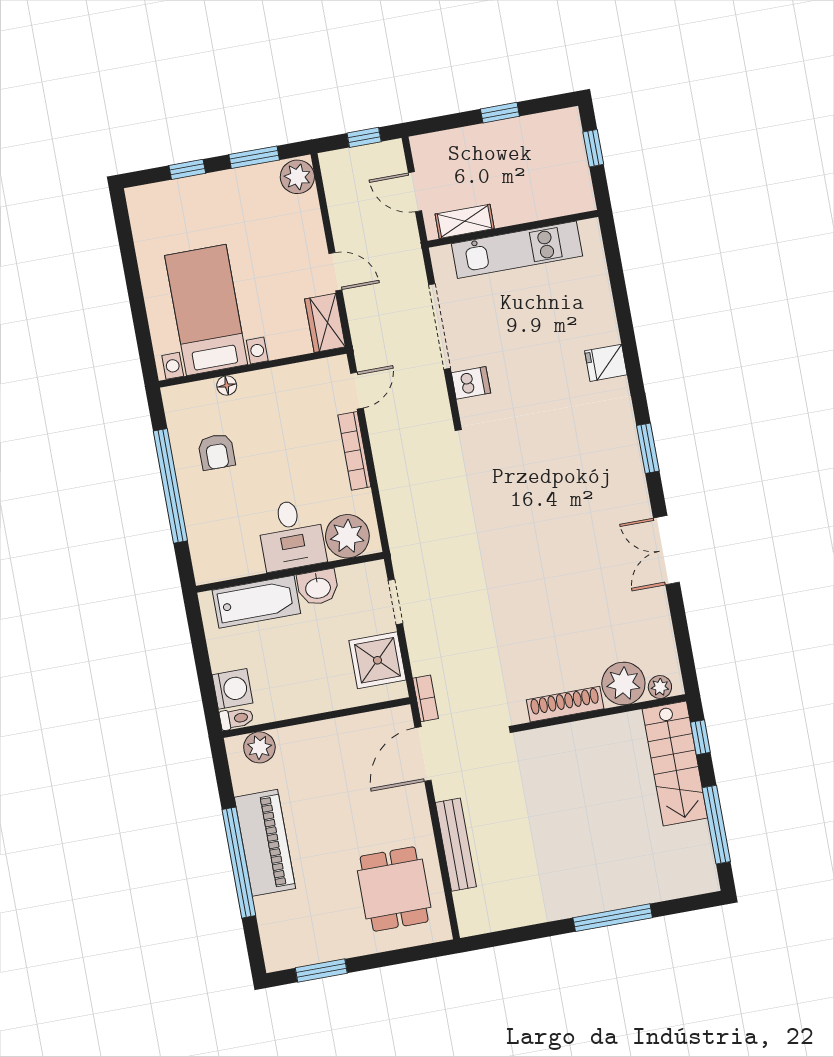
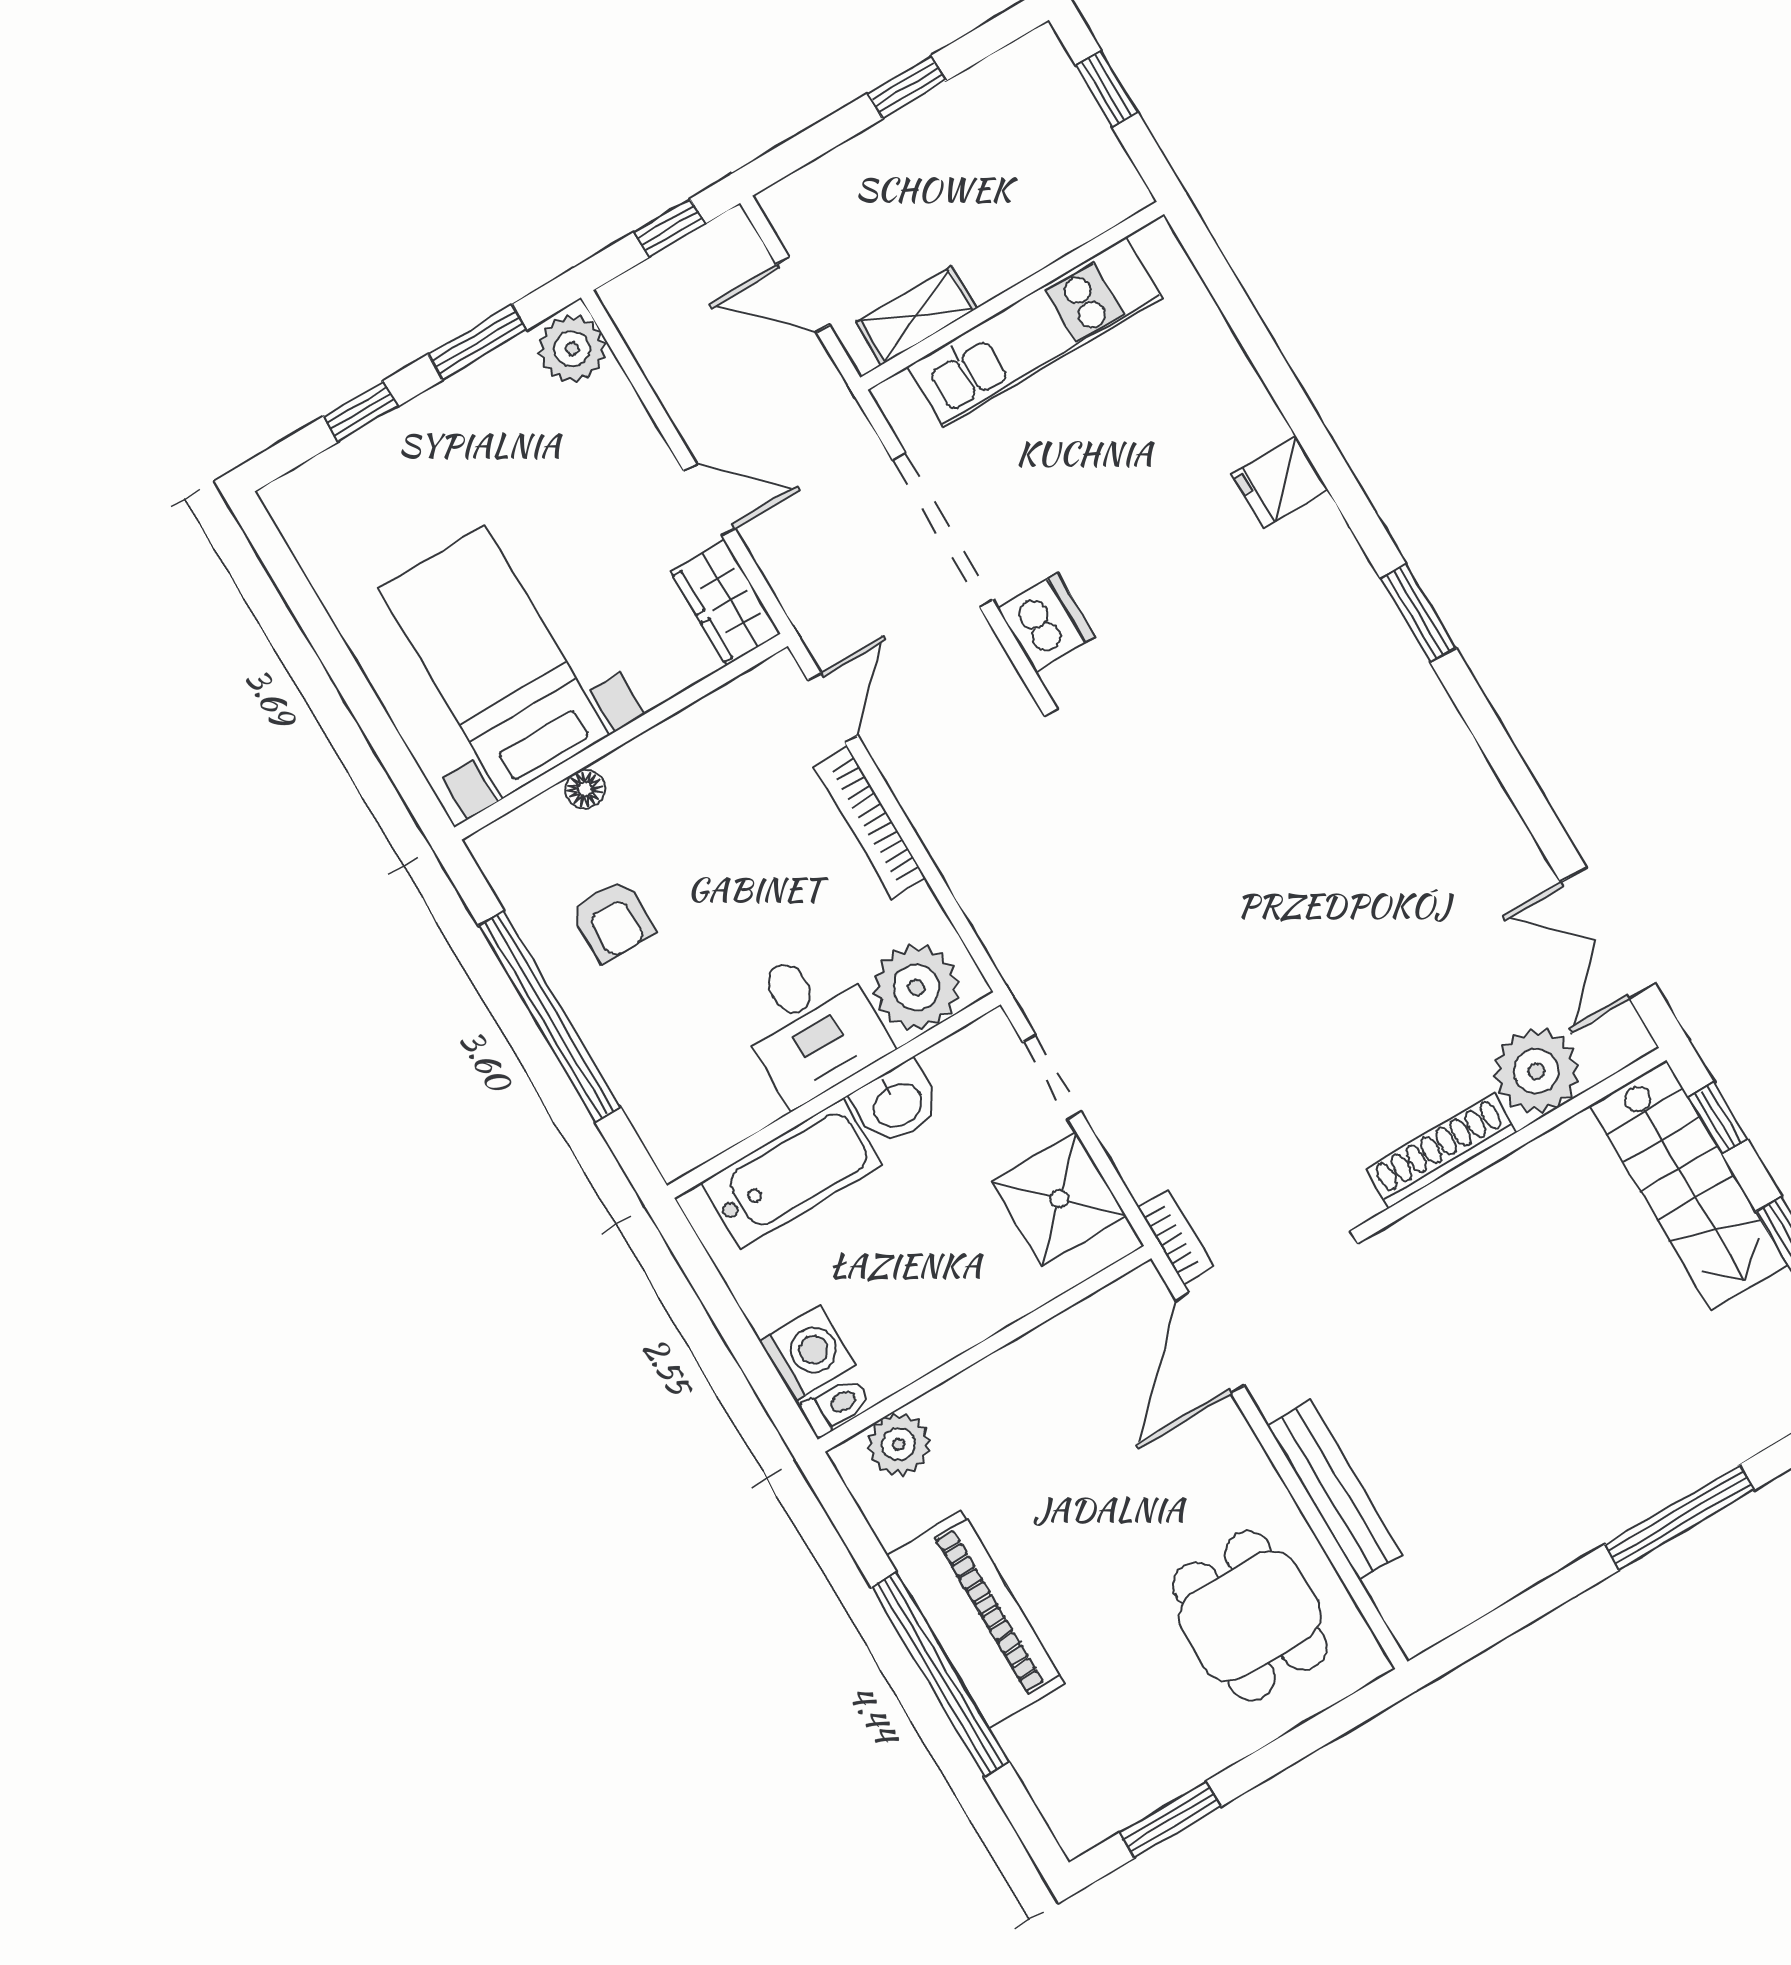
dishwasher: (471, 383) -> (1046, 623), width x1.38
double door: (666, 550) -> (1608, 933), moved
plant: (660, 687) -> (1607, 1052), removed

